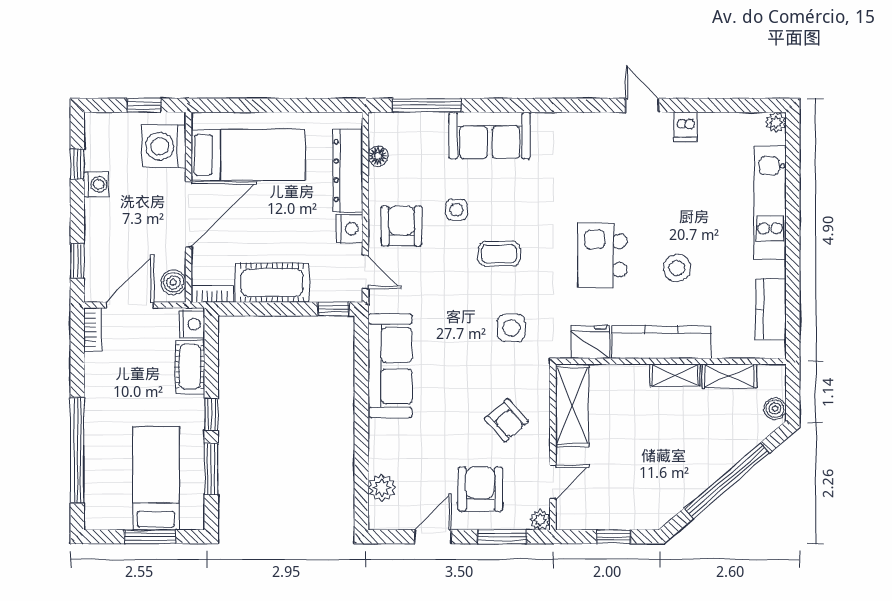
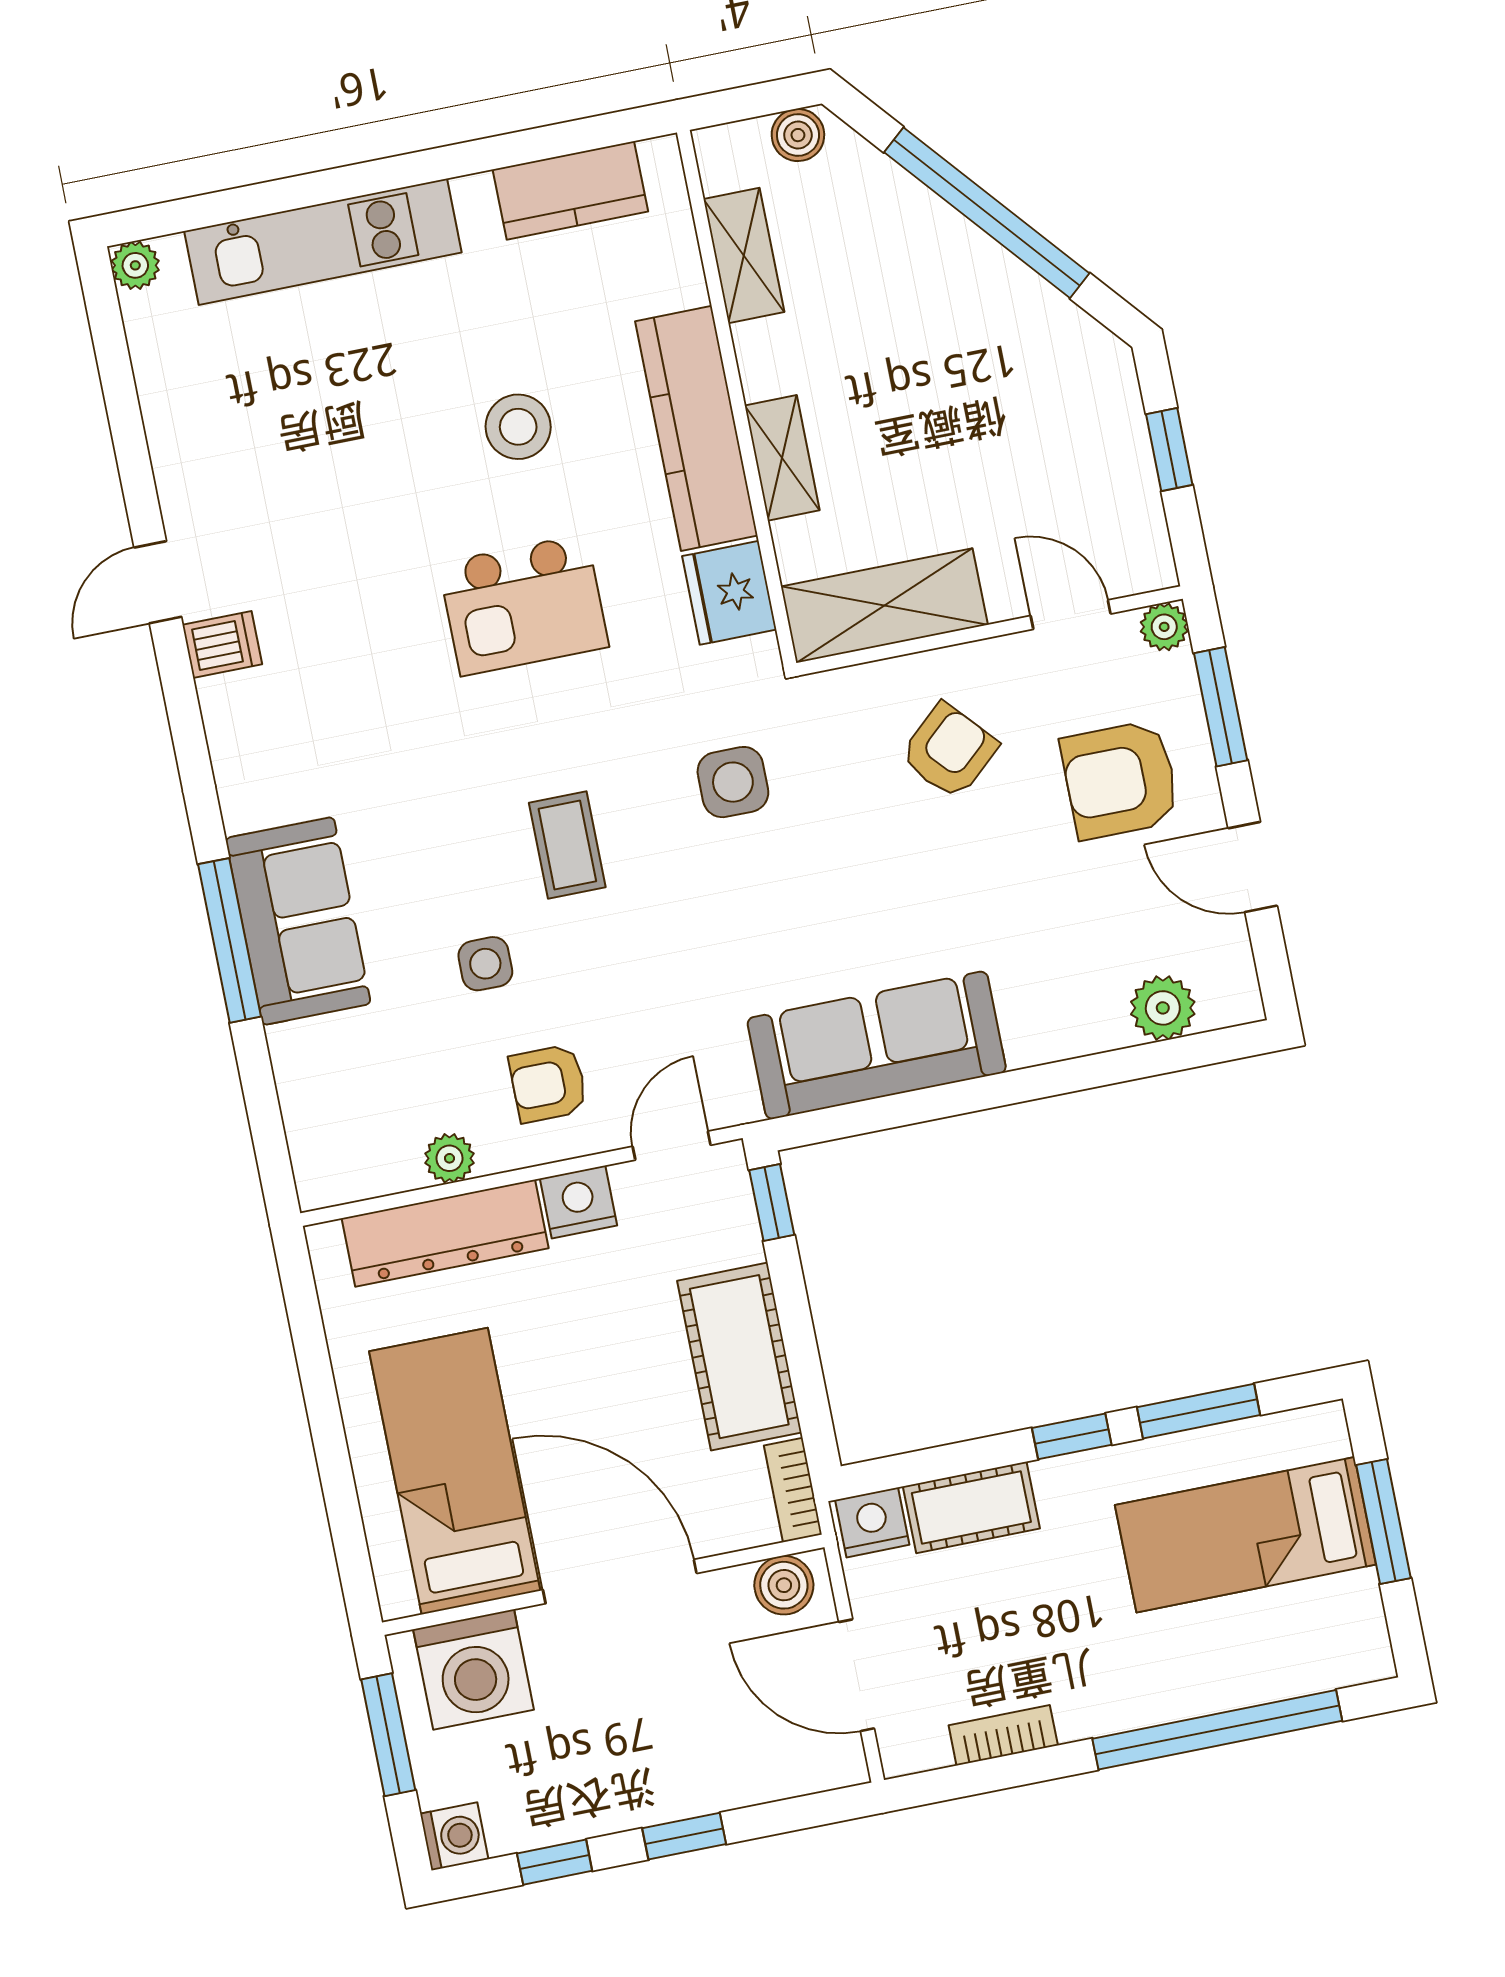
window: (144, 105) -> (388, 1735), width x1.50
window: (427, 105) -> (229, 940), moved
dishwasher: (685, 127) -> (222, 645), moved
floor lamp: (378, 156) -> (397, 1170), removed
plant: (379, 179) -> (449, 1158), added
washing machine: (96, 184) -> (454, 1836), moved, turned 90
armchair: (401, 226) -> (548, 1083), width x0.72, depth x0.72
window: (77, 261) -> (684, 1836), moved
bookcase: (93, 330) -> (1003, 1735), moved
shelving: (675, 375) -> (782, 458), moved

